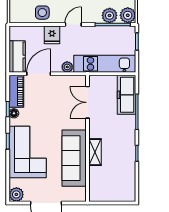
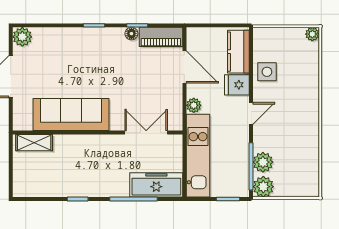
door: (73, 24) -> (251, 113), hinge flipped
kitchen counter: (17, 57) -> (238, 52), moved, turned 90
corner sofa: (28, 152) -> (79, 52), removed
shelving: (95, 152) -> (34, 143), moved

